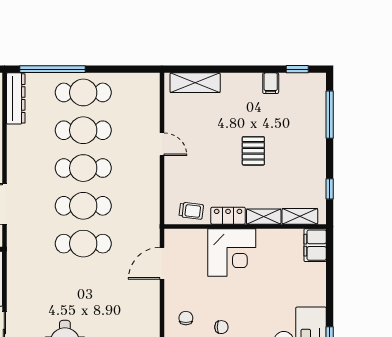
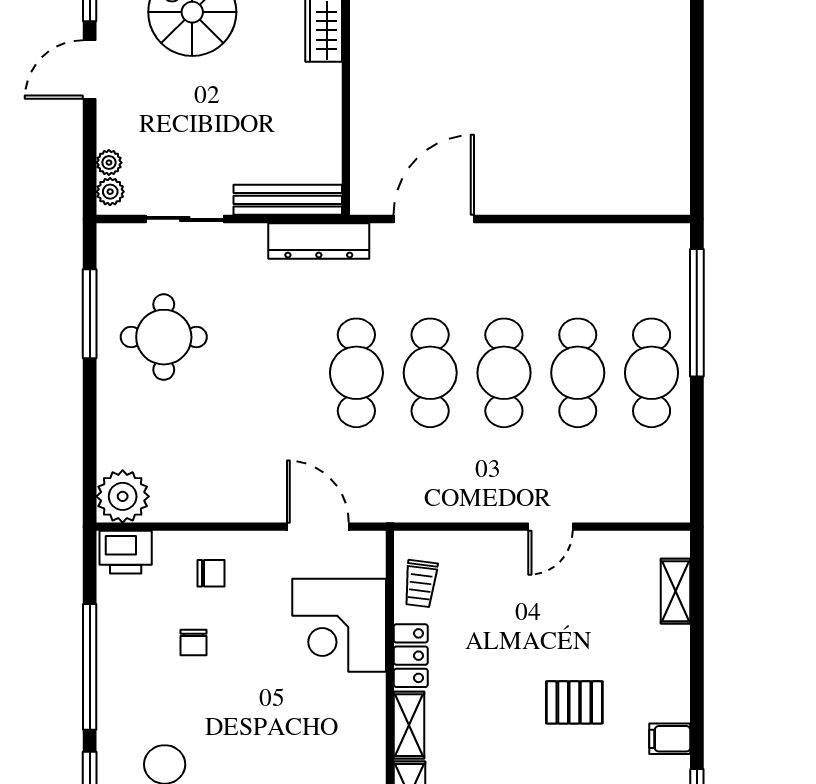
shelving: (195, 83) -> (676, 591), width x0.67, depth x0.75
dresser: (16, 98) -> (319, 241), moved
pallet: (253, 151) -> (574, 702), moved
corner desk: (232, 252) -> (339, 625), moved

